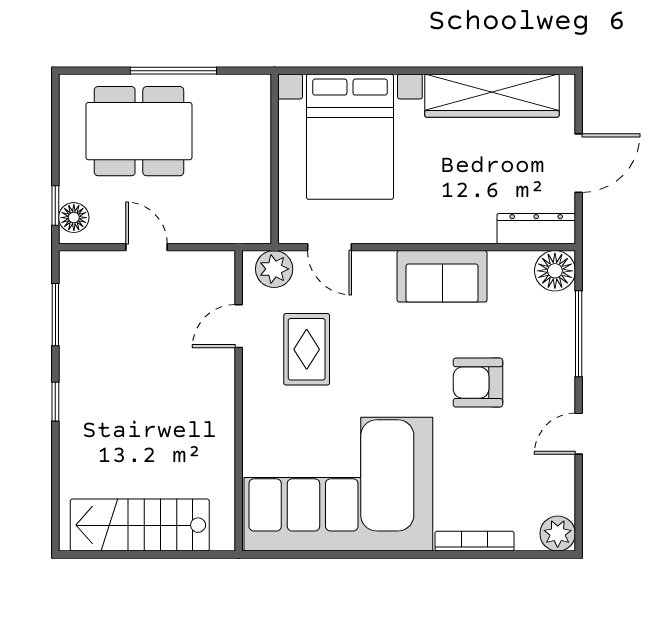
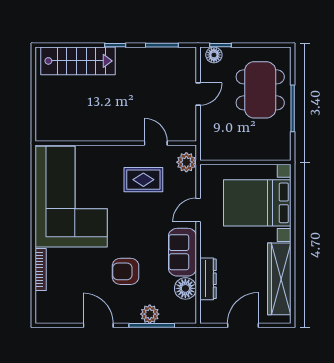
door: (579, 163) -> (243, 325), swing flipped
dresser: (536, 229) -> (208, 279), moved
door: (330, 247) -> (198, 210), moved
floor lamp: (555, 271) -> (185, 288), moved
armchair: (478, 383) -> (126, 271), turned -90
door: (579, 434) -> (98, 325), width x1.38
stairs: (140, 525) -> (78, 61), moved, turned 90
plant: (558, 534) -> (150, 314), moved

